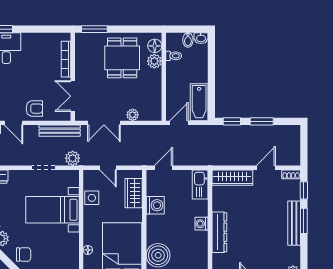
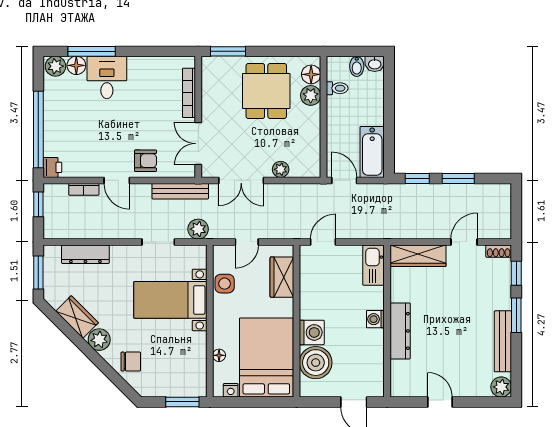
door: (179, 123) -> (344, 180), hinge flipped
door: (108, 168) -> (247, 242), hinge flipped
washing machine: (155, 205) -> (312, 332), moved
bench: (294, 223) -> (503, 341), moved

